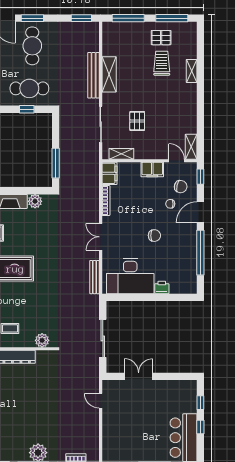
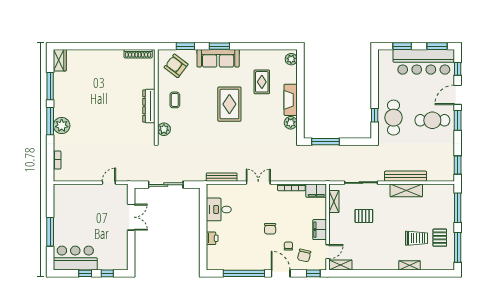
chair: (154, 236) -> (270, 229), moved
desk: (130, 276) -> (219, 209), width x0.53, depth x0.77

